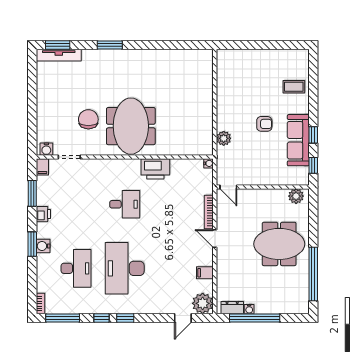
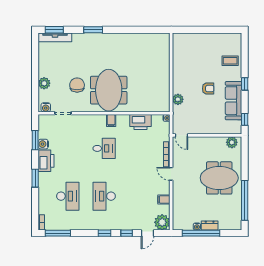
plant: (44, 117) -> (44, 83), added
window: (313, 135) -> (245, 84), moved
filing cabinet: (42, 167) -> (111, 121), moved
printer: (155, 169) -> (140, 122), moved
printer: (43, 214) -> (46, 161), width x1.87, depth x1.48
water cooler: (43, 246) -> (43, 144), moved
desk: (125, 268) -> (104, 196), width x0.73, depth x0.77
dresser: (232, 308) -> (210, 225), moved
window: (102, 318) -> (127, 233), moved

